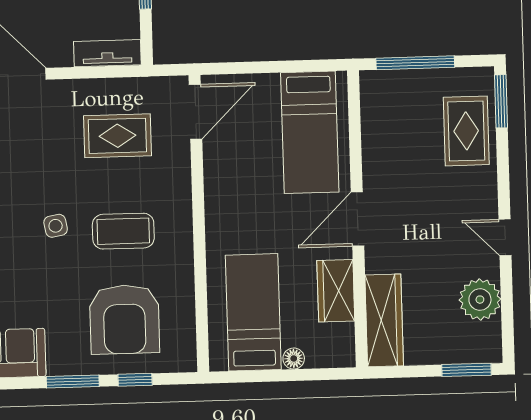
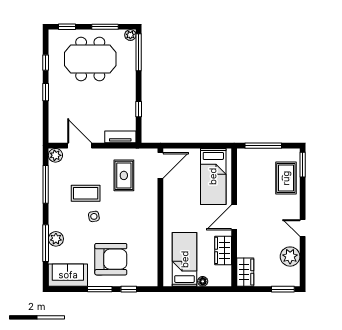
rug: (117, 136) -> (124, 175), turned 90
coffee table: (123, 231) -> (86, 193), moved
armchair: (125, 319) -> (111, 259), moved, turned -90
wardrobe: (384, 320) -> (245, 272), width x0.67

